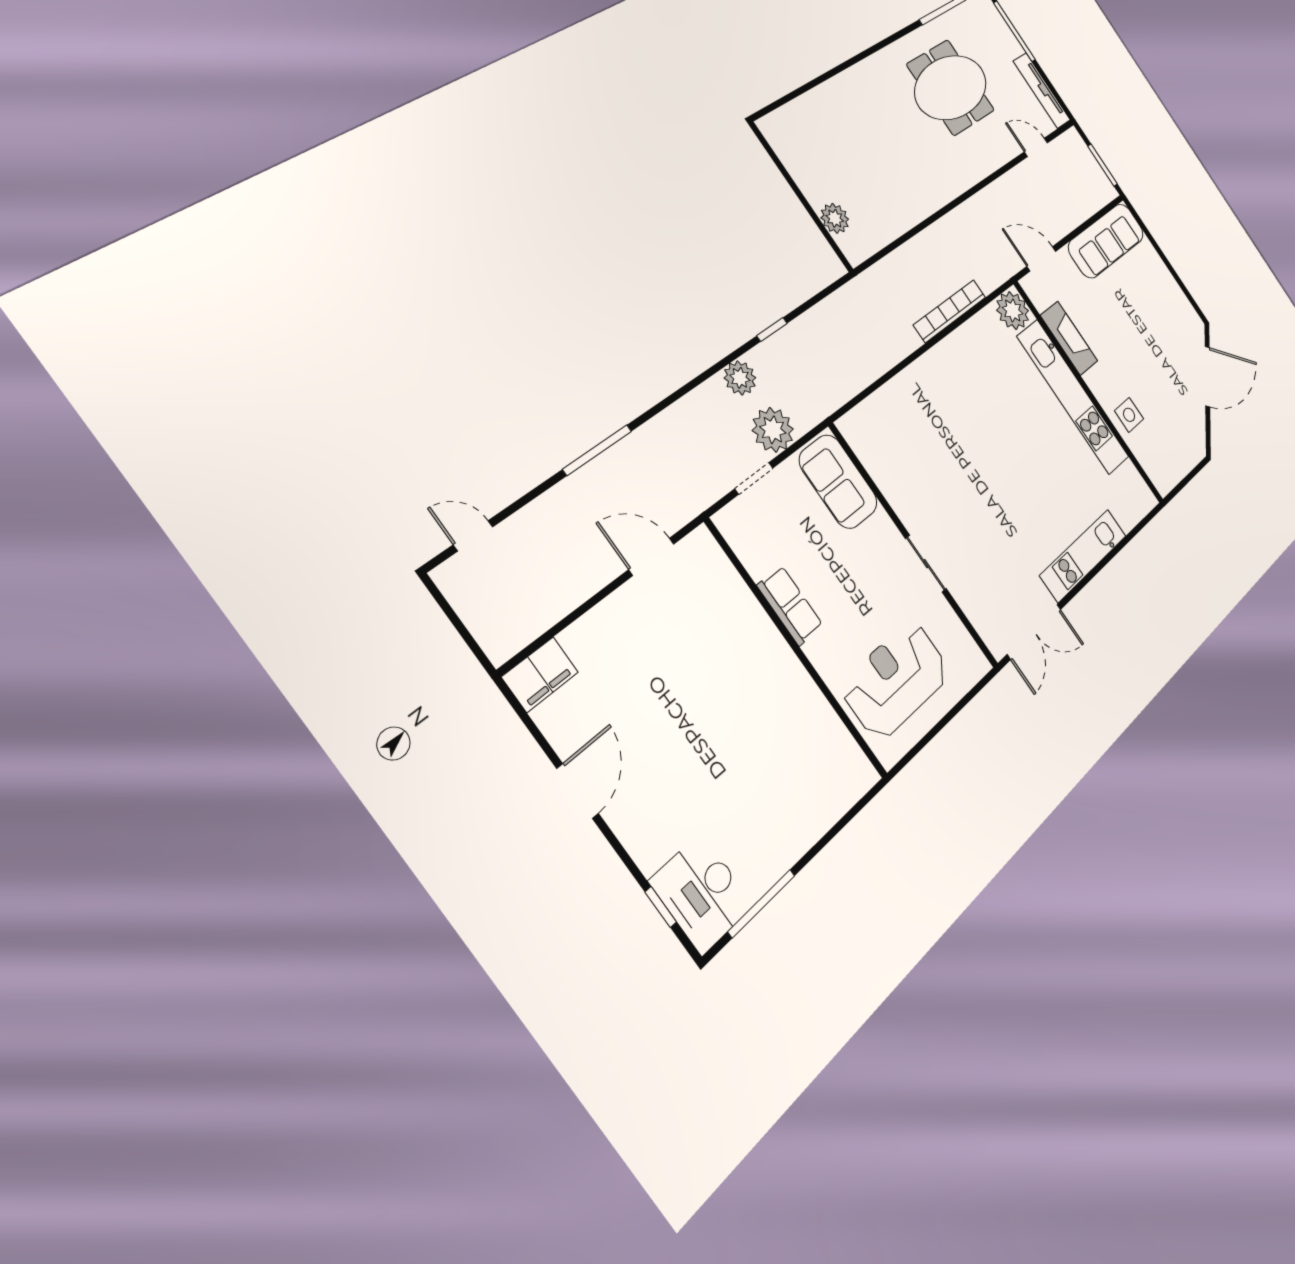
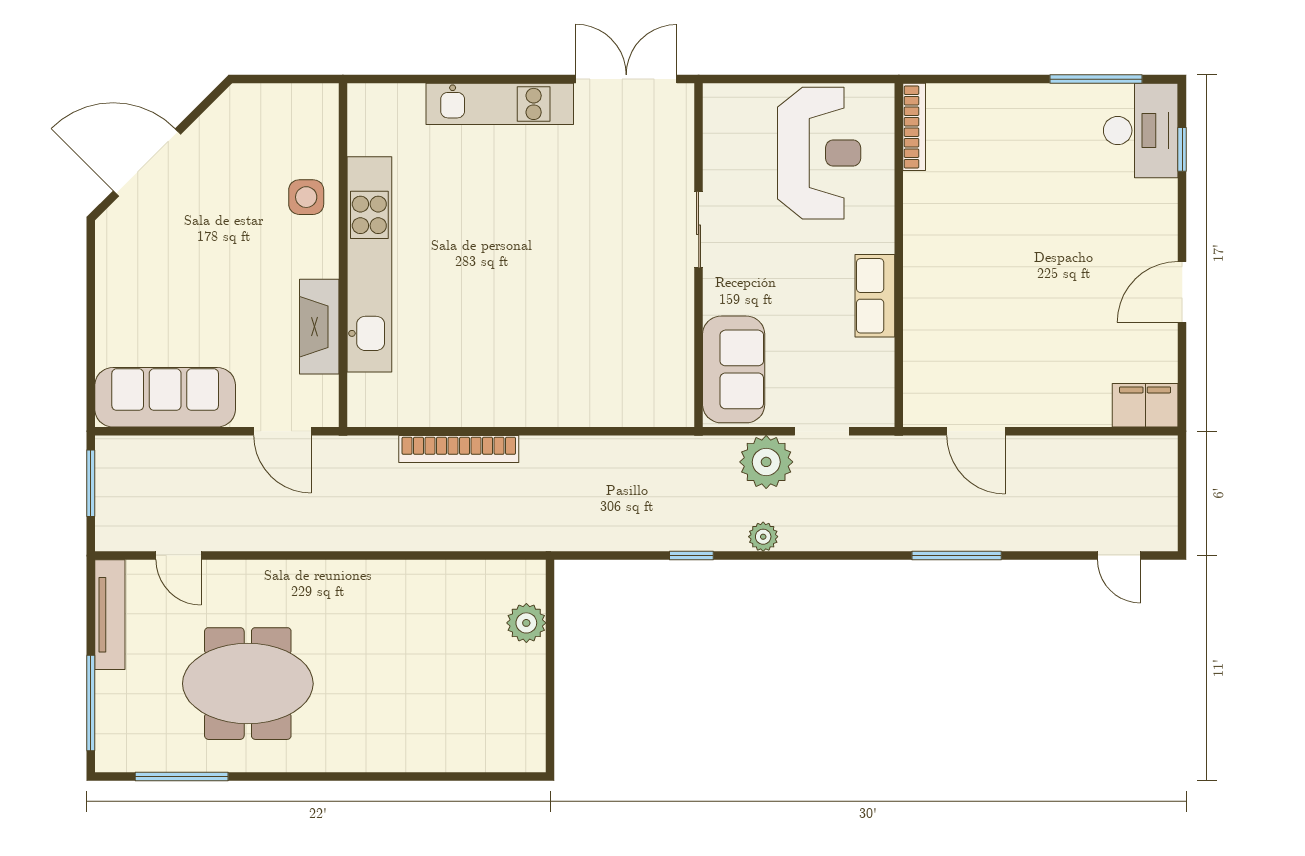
plant: (1013, 311) -> (373, 401), removed
plant: (740, 378) -> (763, 537), width x0.73, depth x0.73
reception desk: (896, 680) -> (819, 153), turned -90
bookcase: (853, 752) -> (914, 127), added

